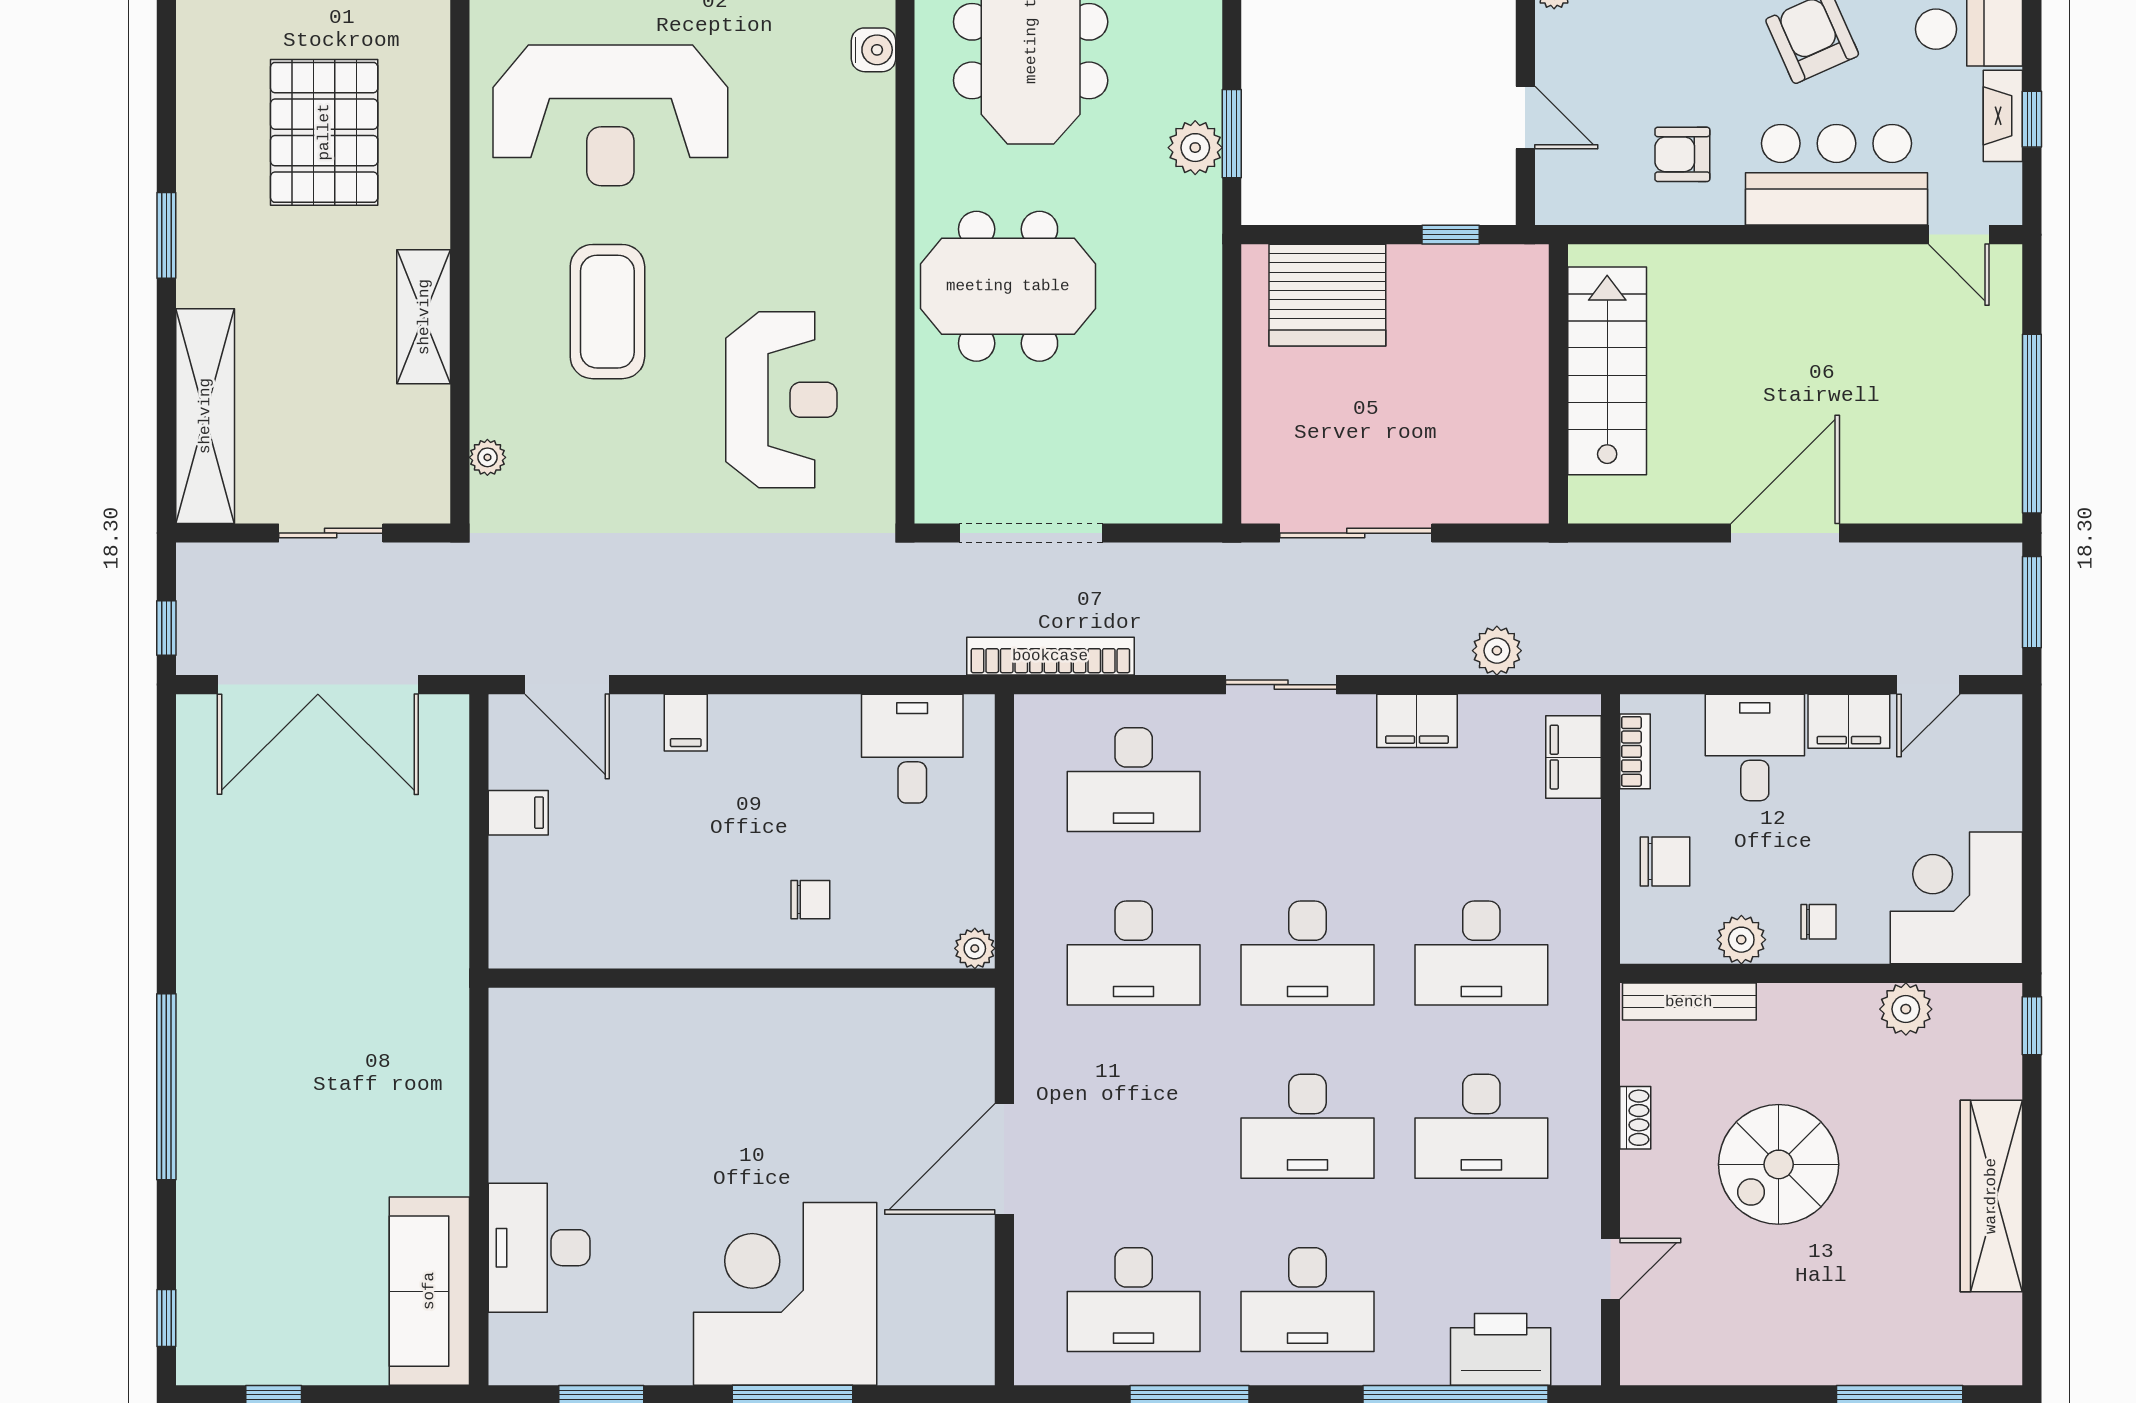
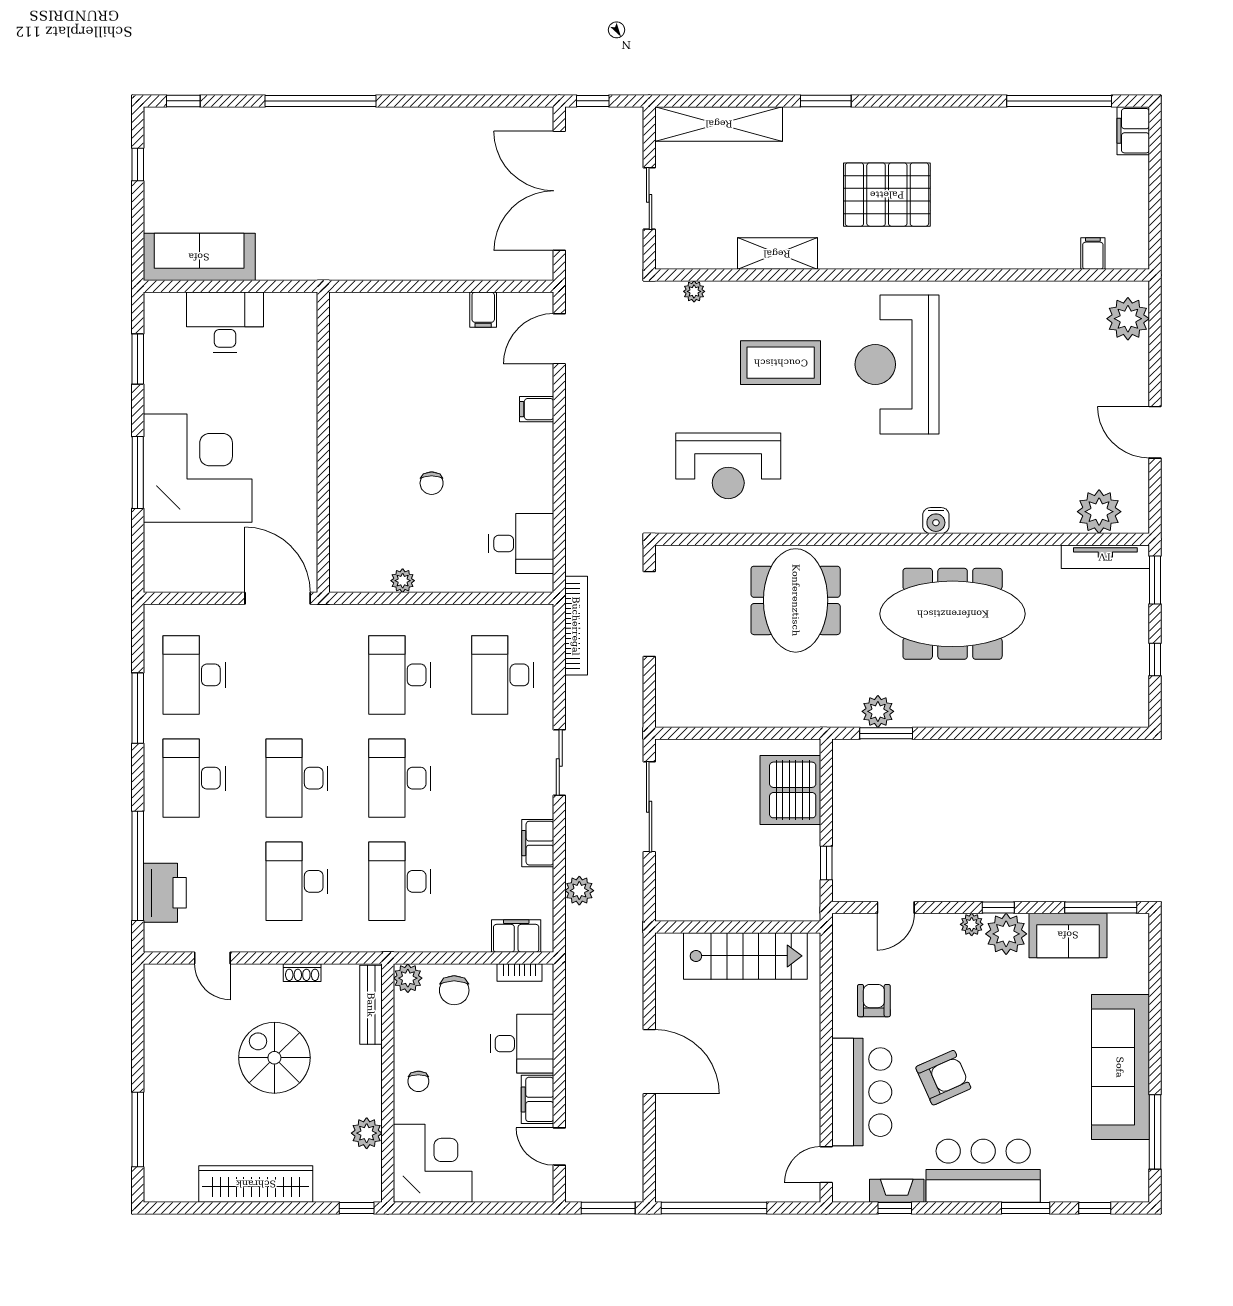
plant: (1741, 940) -> (408, 978), moved
wall: (742, 978) -> (323, 442), moved

